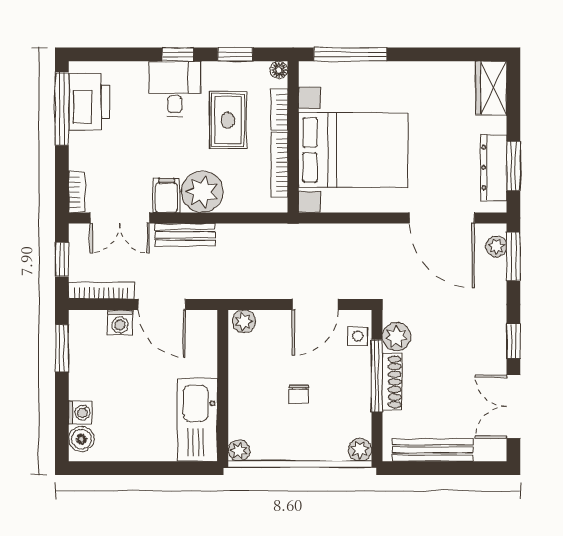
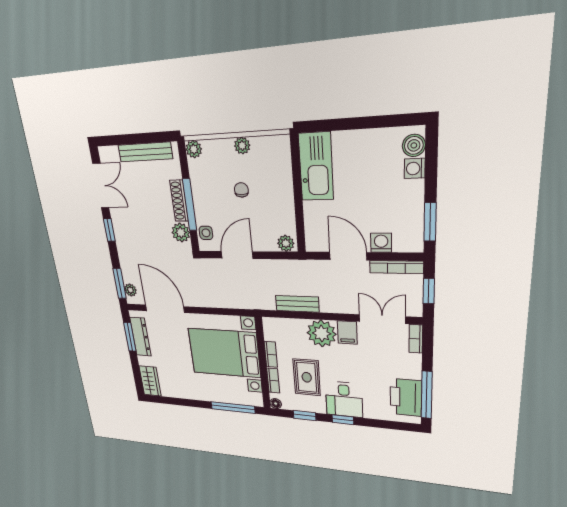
bookcase: (279, 165) -> (271, 354), width x0.64
bench: (185, 235) -> (297, 304), moved
plant: (239, 451) -> (242, 146), moved

